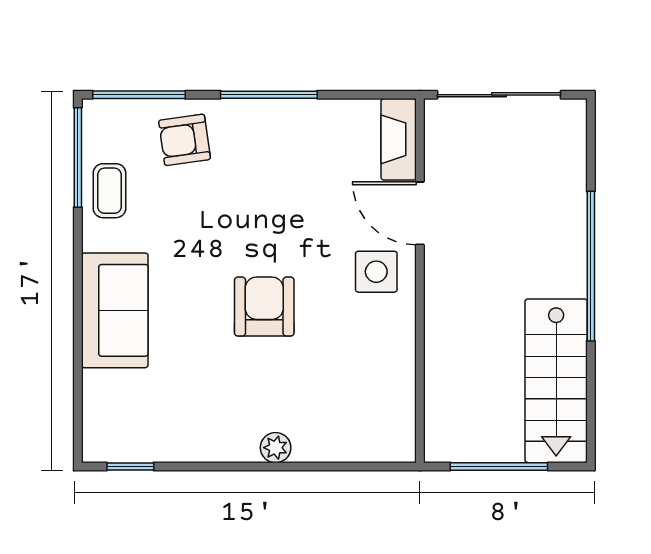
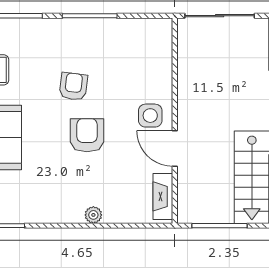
fireplace: (399, 139) -> (163, 196), moved
armchair: (185, 140) -> (73, 86), moved, turned 105
door: (420, 213) -> (175, 148), moved

